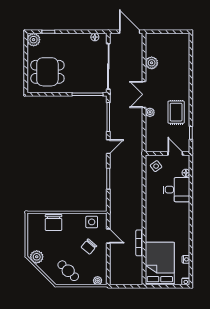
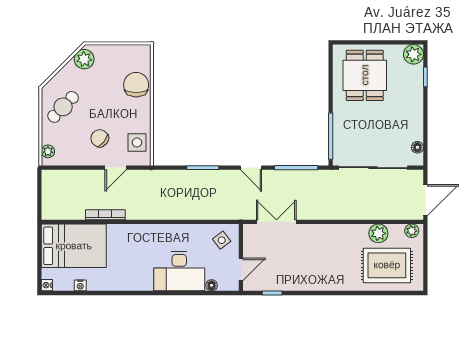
double door: (144, 94) -> (276, 222), moved
plant: (150, 112) -> (412, 231), moved
rug: (176, 112) -> (387, 265), moved, width x1.36, depth x1.43
desk: (176, 190) -> (179, 271), width x1.37
chair: (54, 223) -> (136, 85), turned 90

